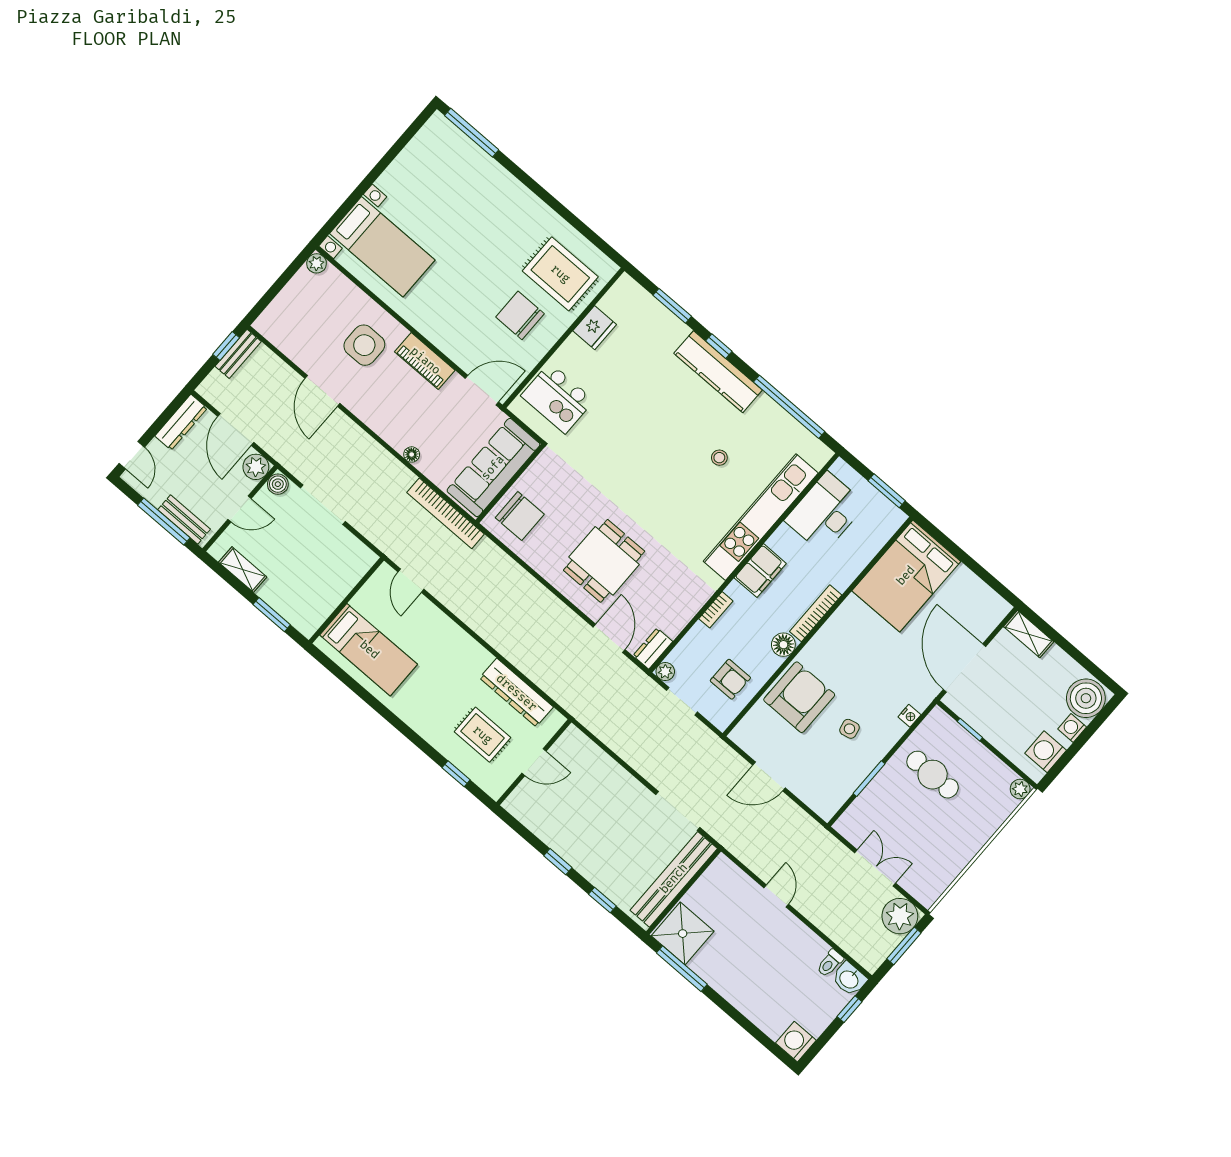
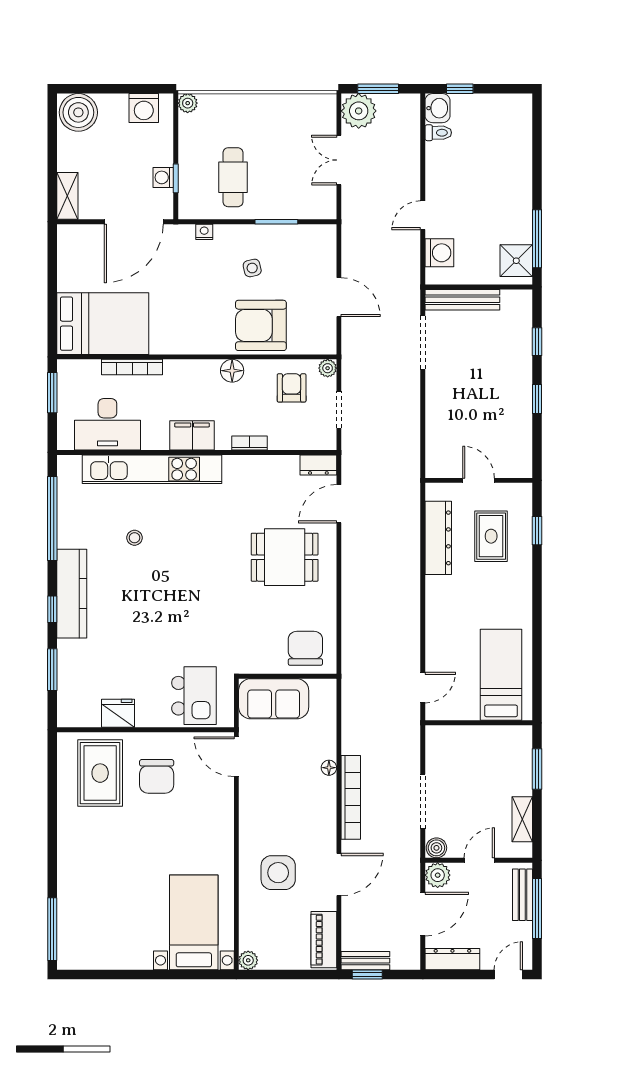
piano: (425, 361) -> (324, 940), moved, turned 180
sofa: (493, 468) -> (274, 699), width x0.73
door: (240, 509) -> (479, 860), hinge flipped
bookcase: (446, 513) -> (351, 797), moved
bookcase: (816, 613) -> (132, 367), moved
plant: (665, 672) -> (328, 368), moved
washing machine: (1072, 728) -> (163, 177), moved, turned 90
bench: (674, 879) -> (462, 300), width x0.73, depth x0.82
shower: (683, 934) -> (516, 261), width x0.73, depth x0.73
washing machine: (796, 1042) -> (439, 253), moved, turned -90

